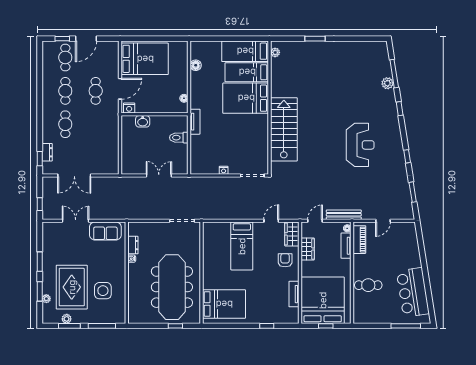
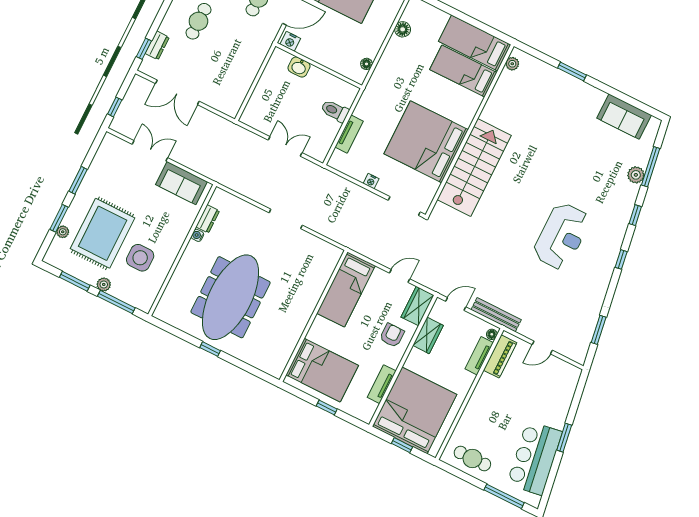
sofa: (362, 50) -> (624, 117), added
bed: (246, 98) -> (426, 142), moved, width x1.36
tv unit: (195, 122) -> (349, 134), moved
window: (407, 156) -> (621, 259), moved
window: (425, 270) -> (564, 438), added
wall: (202, 273) -> (314, 316), moved
cafe table: (368, 285) -> (472, 458), moved
bed: (224, 304) -> (322, 370), moved
plant: (67, 319) -> (104, 284), moved

